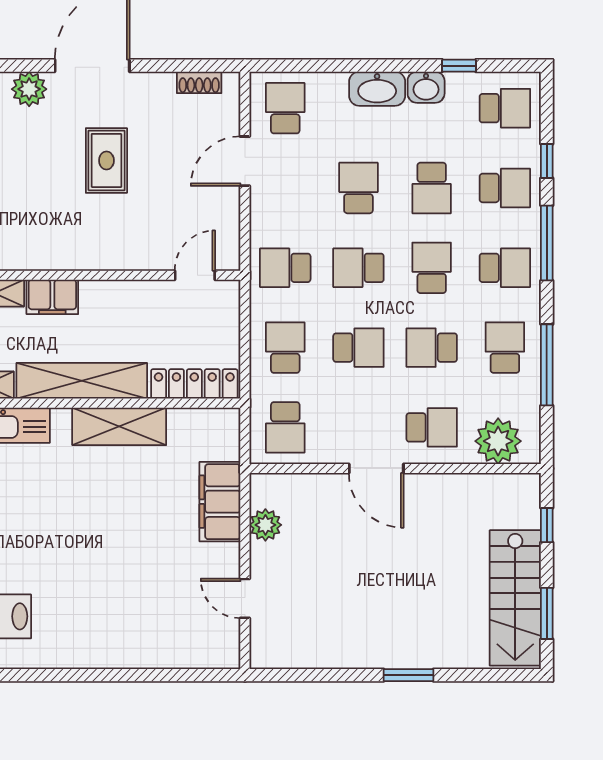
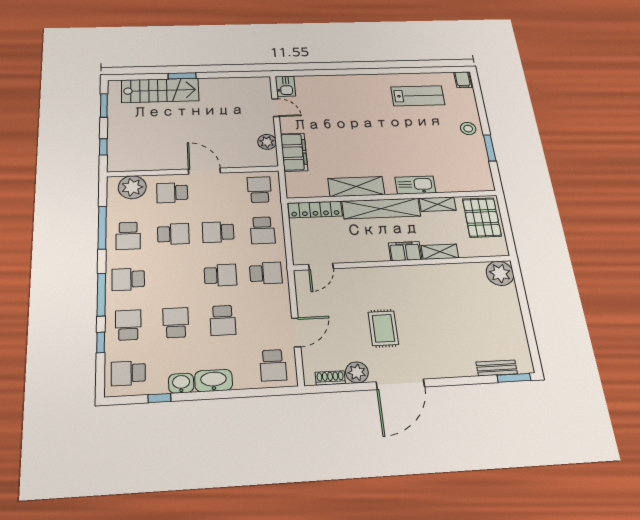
plant: (29, 89) -> (357, 372), moved
school desk: (505, 188) -> (128, 325), turned 90
school desk: (432, 268) -> (175, 277), removed
stairs: (515, 598) -> (160, 90), moved, turned 90
kitchen sink: (224, 646) -> (285, 86), added

